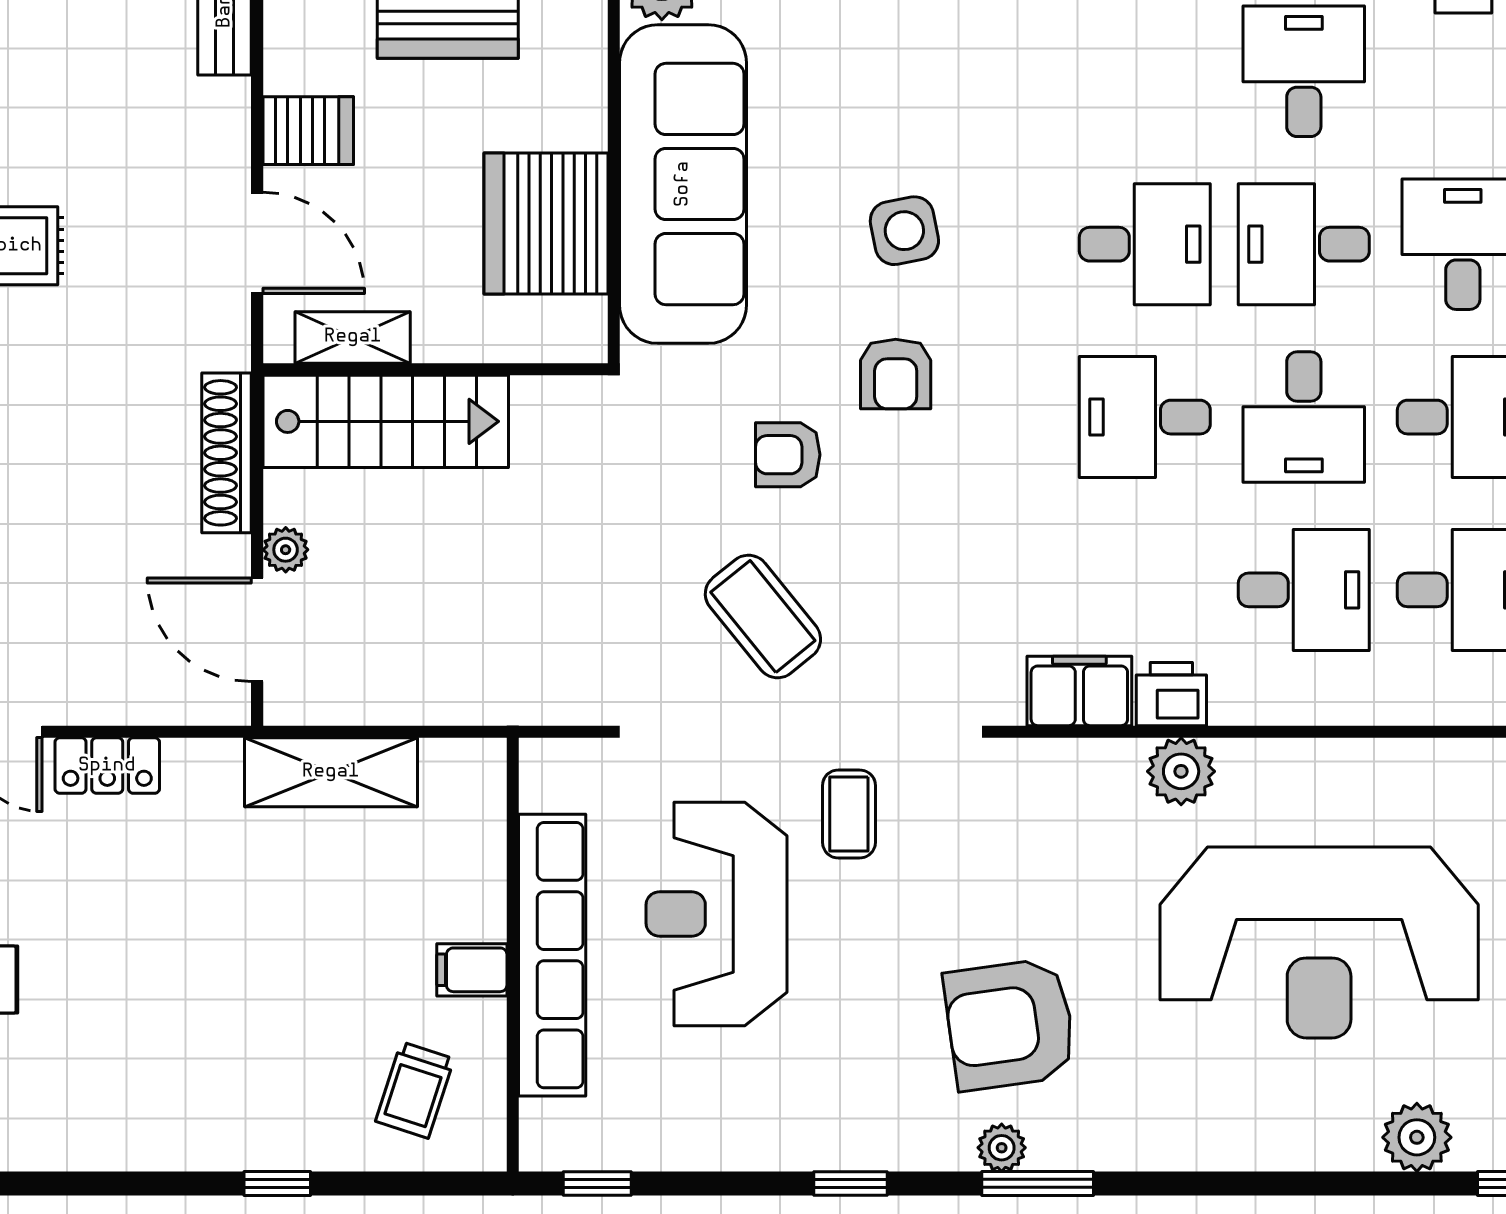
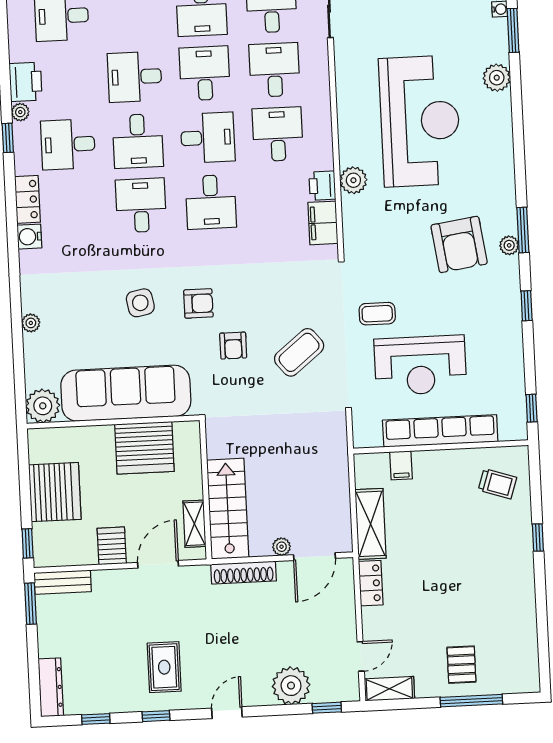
locker: (107, 766) -> (371, 583), moved
filing cabinet: (472, 970) -> (401, 465), moved

